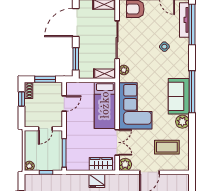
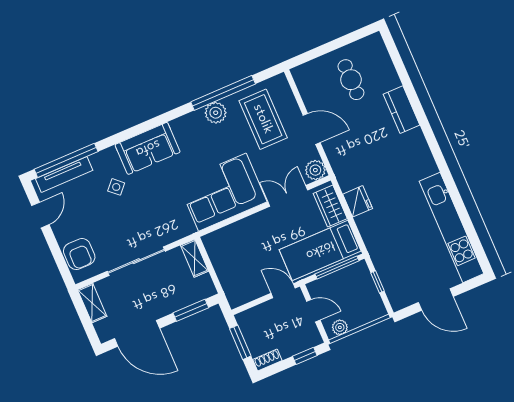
plant: (124, 70) -> (177, 232), removed
window: (192, 92) -> (223, 93), moved
sofa: (179, 96) -> (148, 148), moved
window: (22, 99) -> (305, 356), moved
door: (64, 103) -> (283, 291), moved
bed: (105, 105) -> (320, 250), moved, turned 180
coffee table: (167, 147) -> (263, 119), width x1.36, depth x1.32
plant: (29, 166) -> (340, 327), moved

